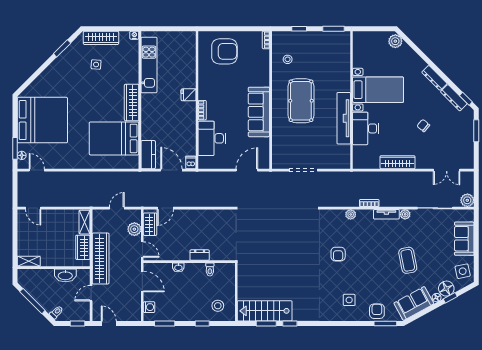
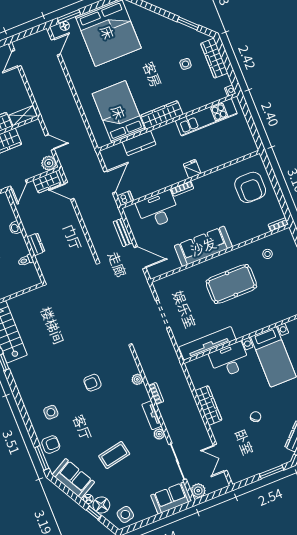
tv unit: (344, 118) -> (207, 343), moved
kitchen counter: (148, 155) -> (139, 143), moved
bench: (219, 176) -> (123, 232), added
plant: (134, 229) -> (49, 163), moved
sofa: (464, 239) -> (171, 498), moved

